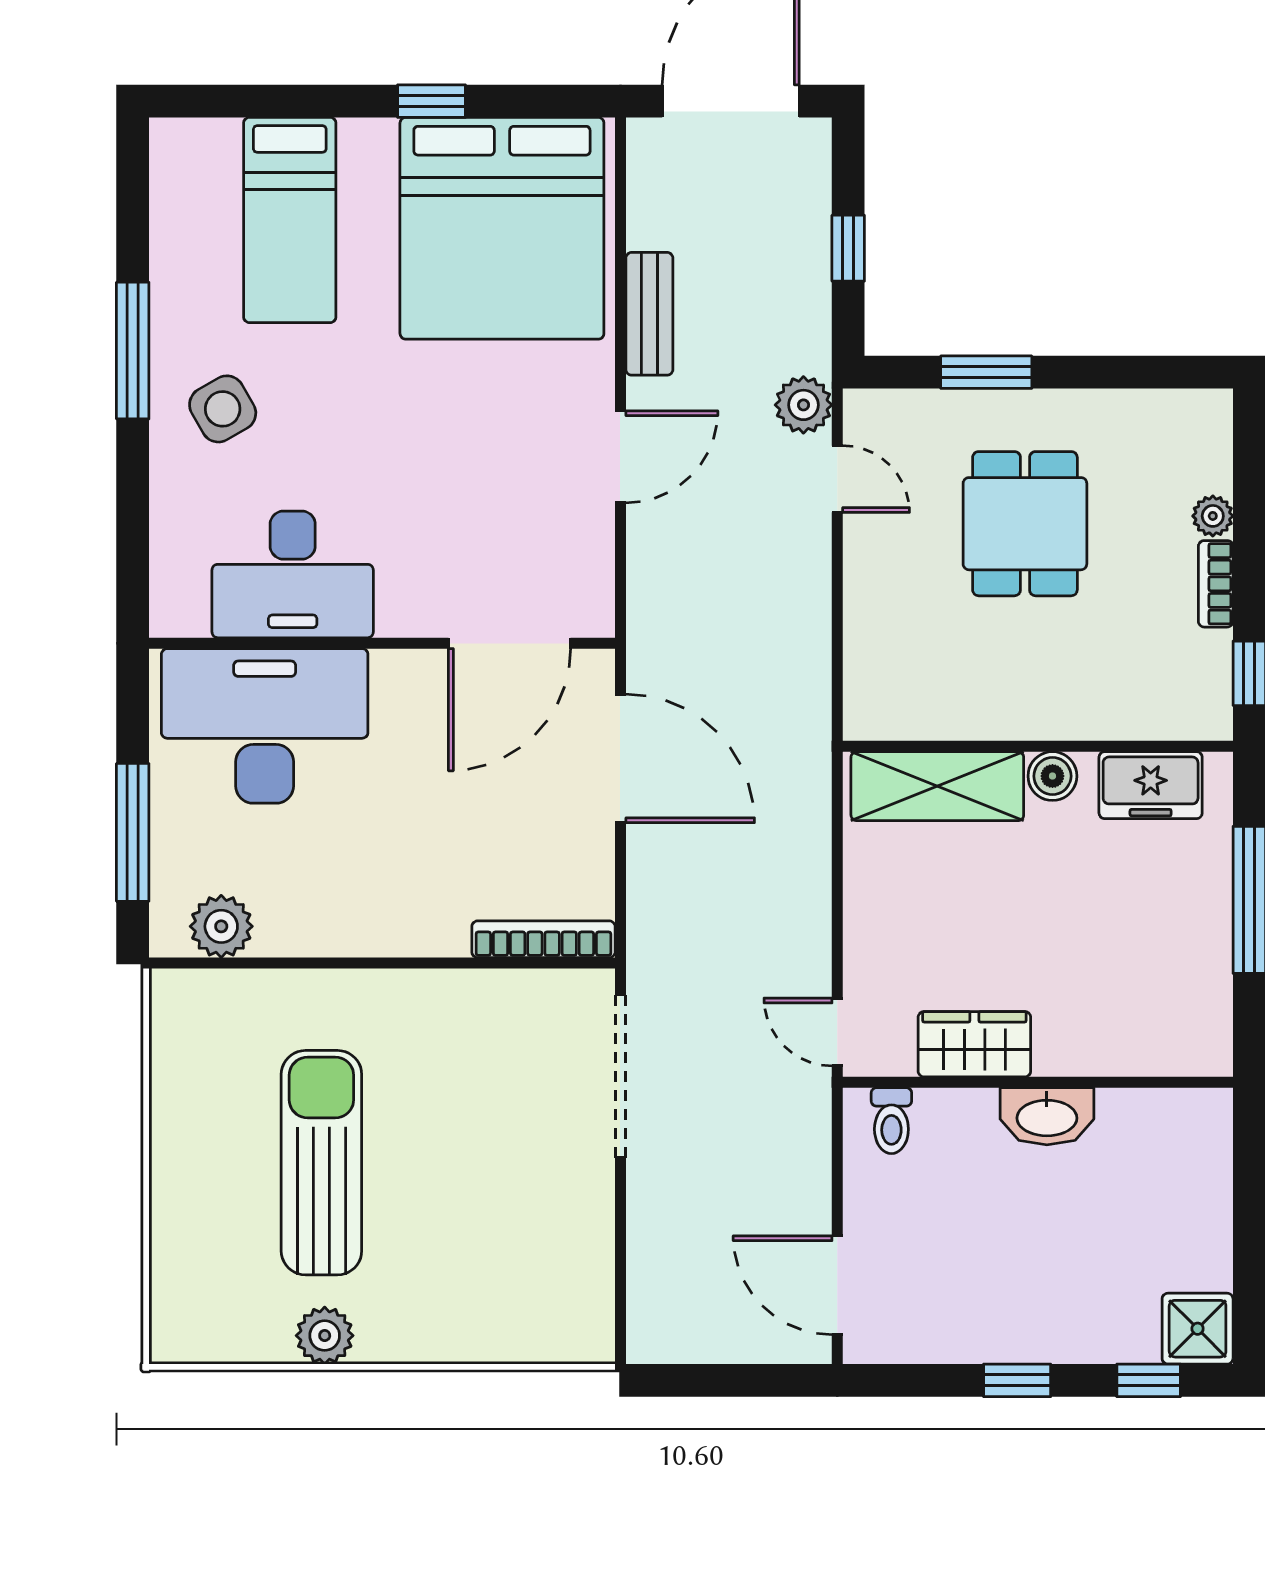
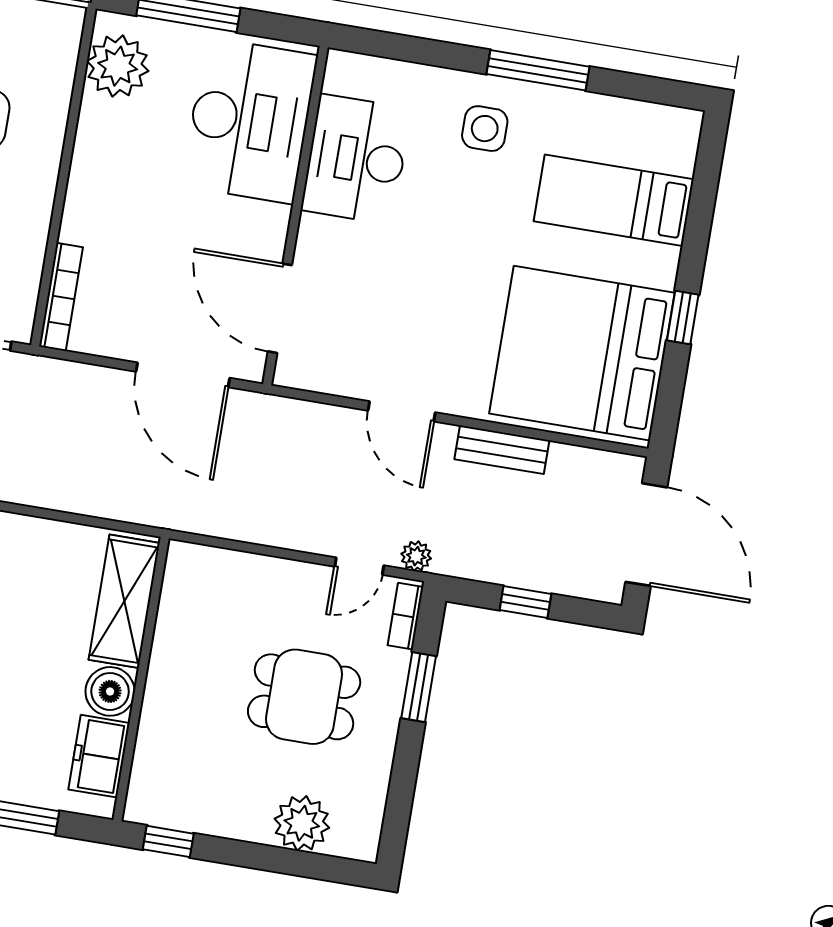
plant: (803, 405) -> (416, 556), width x0.73, depth x0.73
side table: (223, 409) -> (485, 129), turned 30
plant: (1213, 516) -> (302, 823), width x1.87, depth x1.87
bookcase: (1216, 584) -> (406, 616), moved, turned -90
door: (620, 758) -> (183, 375), hinge flipped
boiler: (1052, 776) -> (110, 691), width x1.36, depth x1.36
plant: (221, 926) -> (118, 66), width x1.36, depth x1.36

